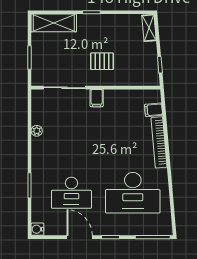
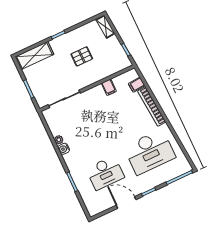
pallet: (102, 61) -> (82, 56), moved
filing cabinet: (97, 98) -> (109, 87), moved
water cooler: (37, 229) -> (64, 149), moved

